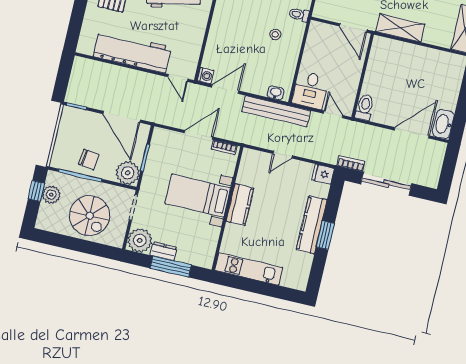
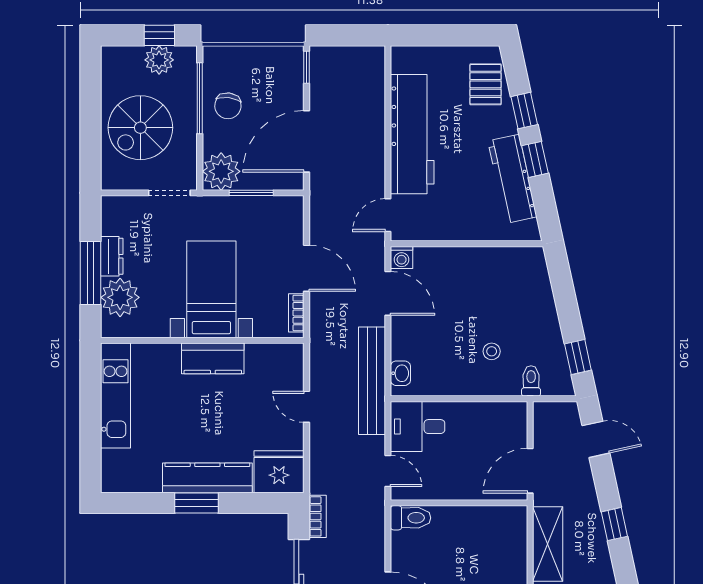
door: (333, 114) -> (388, 471), hinge flipped
fridge: (323, 174) -> (279, 472), width x1.88, depth x1.34
plant: (140, 240) -> (120, 297), moved

